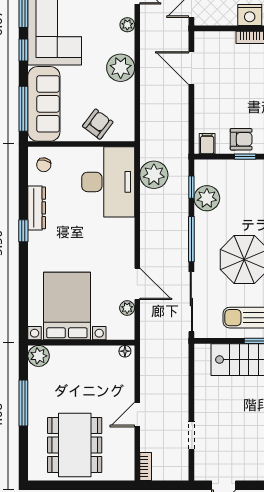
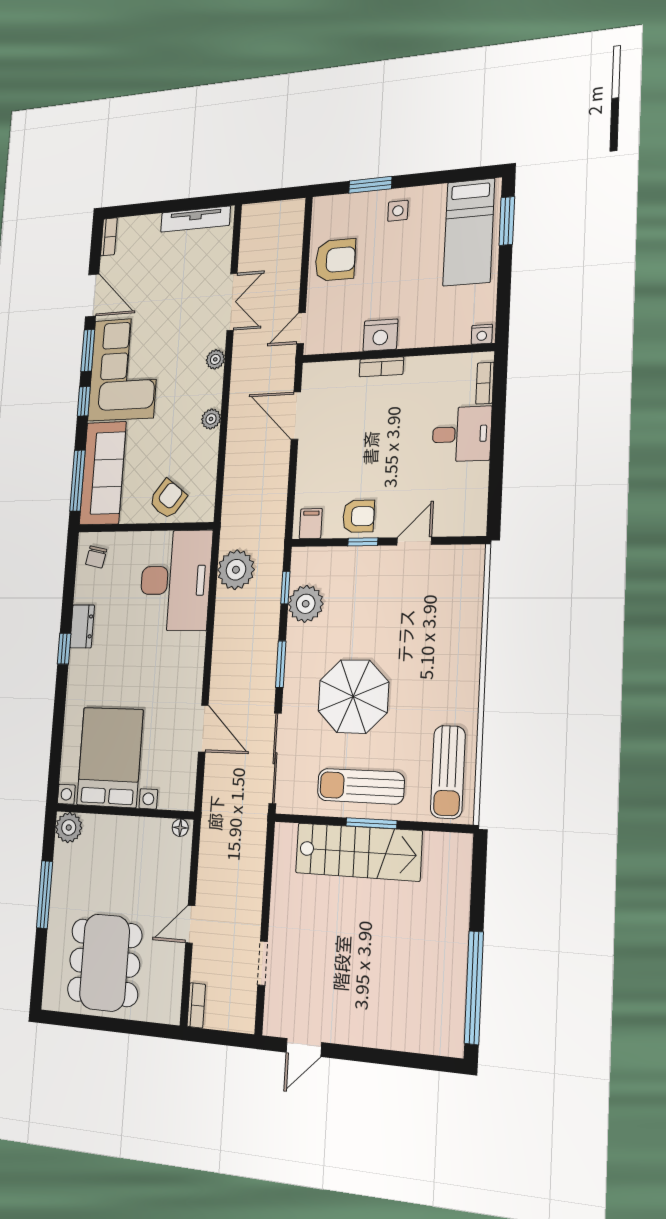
plant: (121, 68) -> (211, 419), width x0.53, depth x0.53
dresser: (37, 208) -> (82, 626), width x0.70
window: (191, 239) -> (281, 664), width x0.69
plant: (127, 308) -> (187, 764), removed

